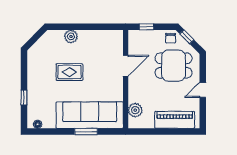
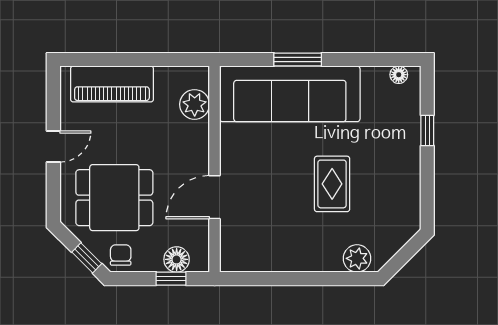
plant: (71, 36) -> (357, 258), moved
floor lamp: (144, 36) -> (177, 259), added
rug: (69, 72) -> (332, 184), turned 90

